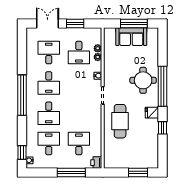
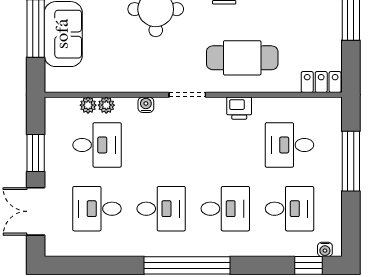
desk: (49, 144) -> (289, 209), turned 180
locker: (109, 159) -> (321, 82), added
printer: (96, 163) -> (239, 108), moved

